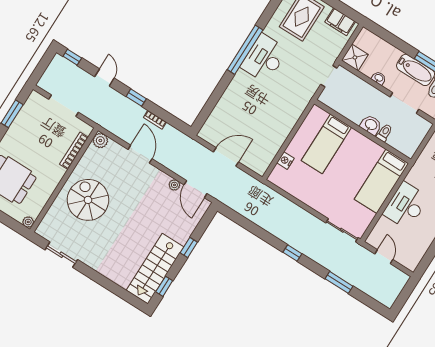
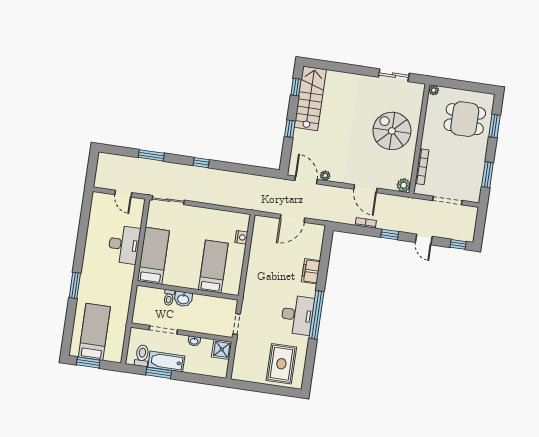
filing cabinet: (340, 22) -> (311, 271), moved, turned -90
spiral stairs: (88, 200) -> (392, 131), turned 180

